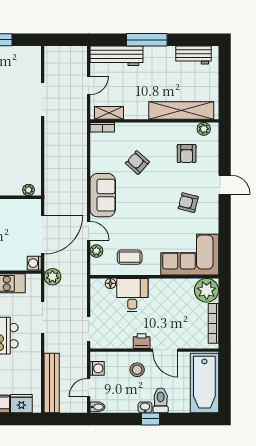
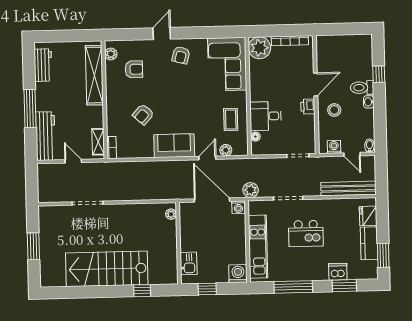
armchair: (188, 203) -> (181, 55), moved
bathtub: (204, 383) -> (345, 48), removed
window: (150, 419) -> (379, 74), moved

